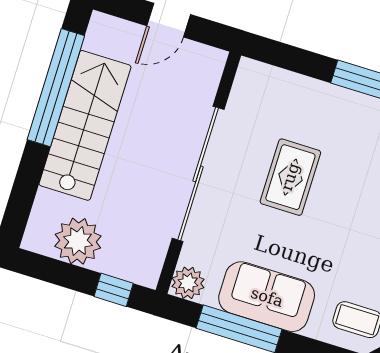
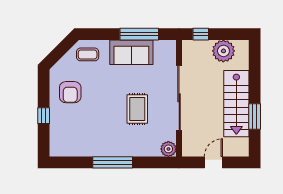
window: (56, 88) -> (255, 117), width x0.47
plant: (188, 283) -> (168, 149), moved

